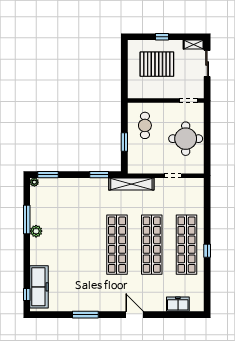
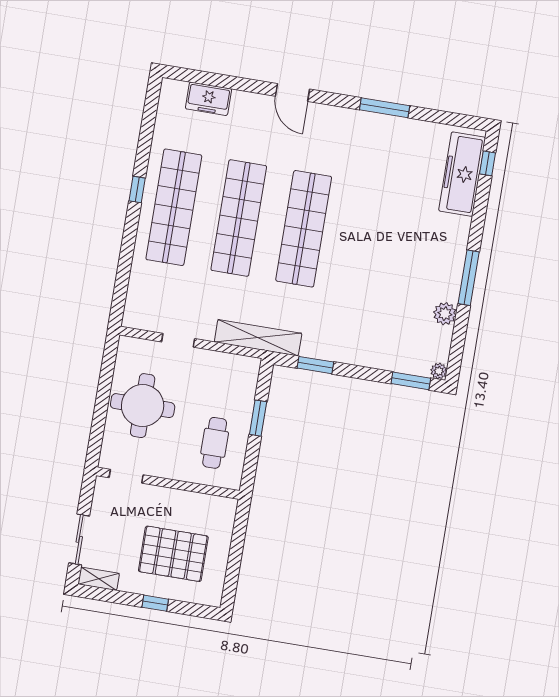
window: (27, 220) -> (469, 278), moved
plant: (36, 231) -> (445, 314), moved

